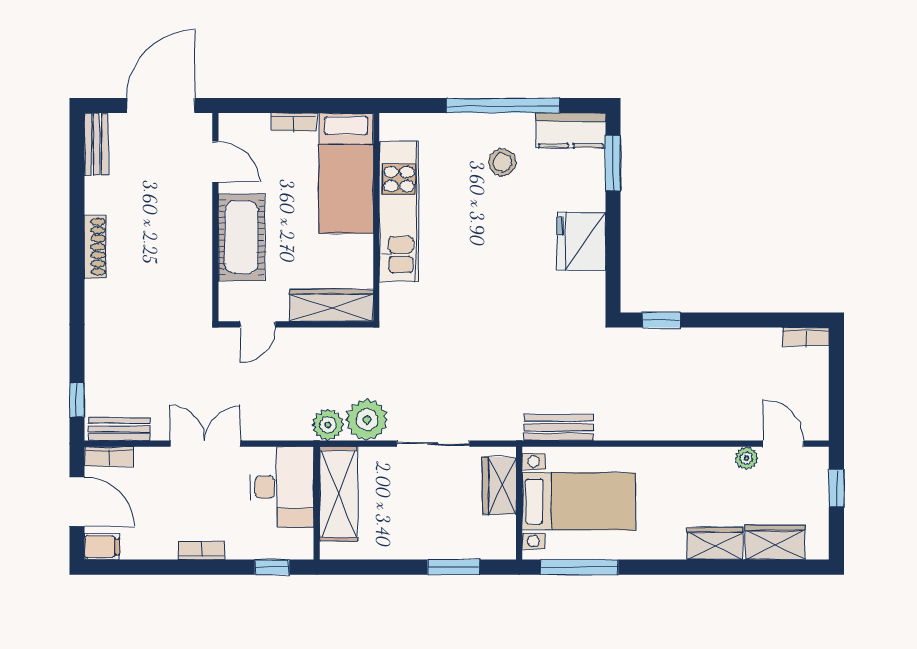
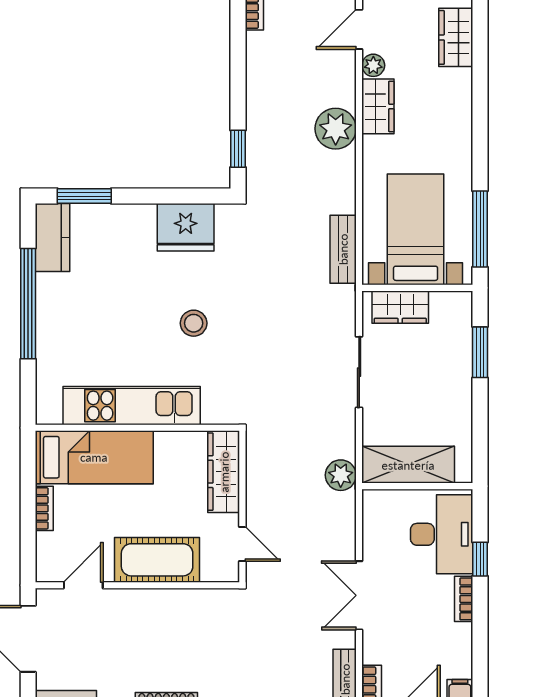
stool: (502, 162) -> (194, 323), moved
fridge: (581, 241) -> (186, 227), moved
plant: (367, 420) -> (336, 129), moved
desk: (282, 487) -> (442, 534), moved, turned 90
wardrobe: (715, 543) -> (378, 106), moved, turned 180
window: (272, 567) -> (480, 559), moved

